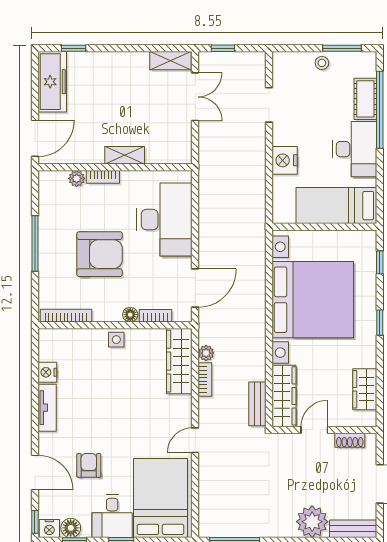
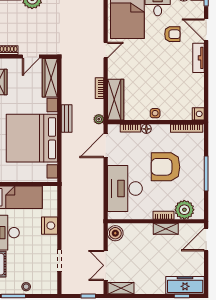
freezer: (52, 82) -> (185, 285), moved, turned 90
boiler: (180, 148) -> (115, 233), added
shelving: (125, 155) -> (166, 229), moved
plant: (77, 178) -> (184, 210), width x1.88, depth x1.88
plant: (206, 353) -> (99, 119), moved
nightstand: (47, 372) -> (198, 114), moved
bench: (257, 404) -> (67, 119), moved
tv unit: (47, 408) -> (198, 58), moved
armchair: (89, 465) -> (172, 34), turned -90

